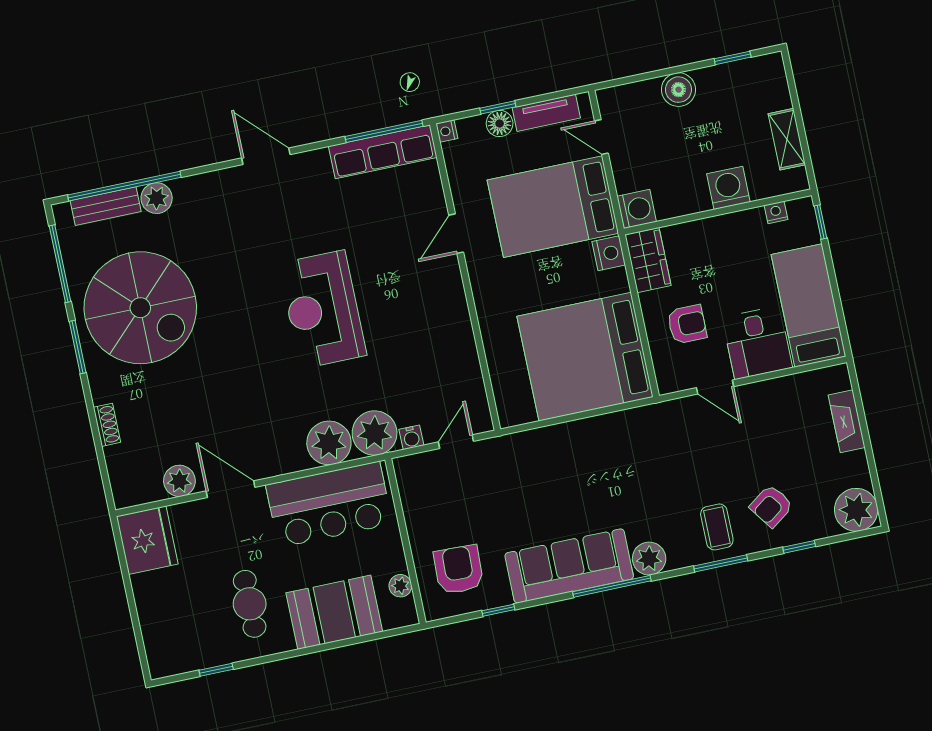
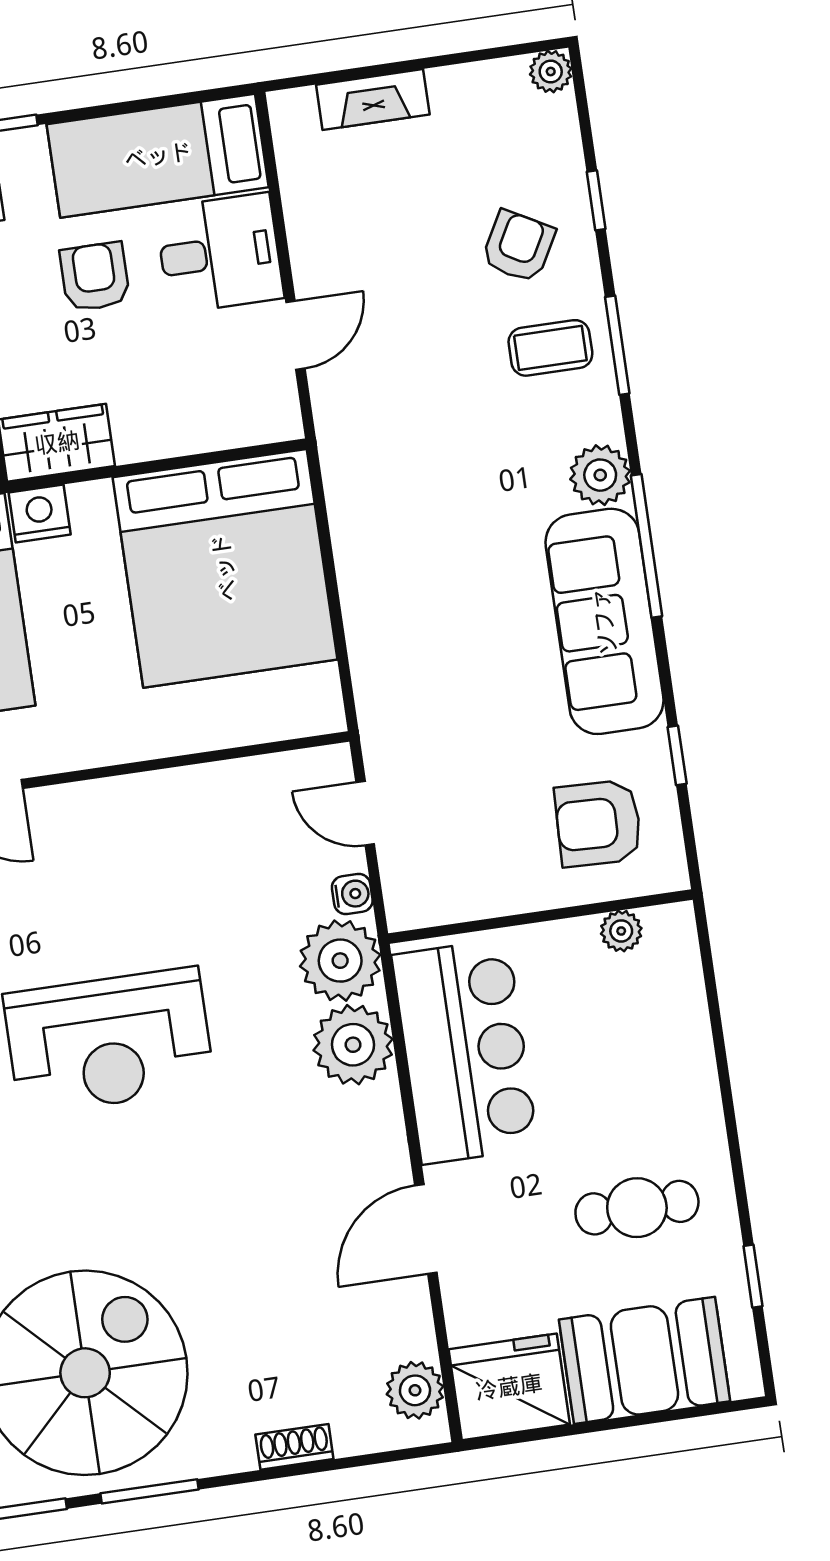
armchair: (687, 324) -> (95, 277), moved
plant: (179, 481) -> (415, 1390), moved
armchair: (771, 506) -> (518, 246), turned -115
plant: (856, 510) -> (551, 72), width x0.53, depth x0.53
booth: (334, 612) -> (644, 1360), moved, turned 90

